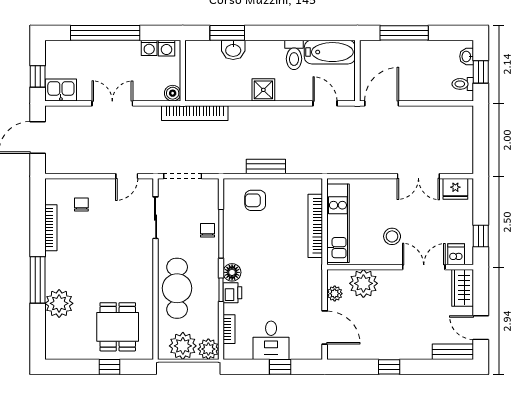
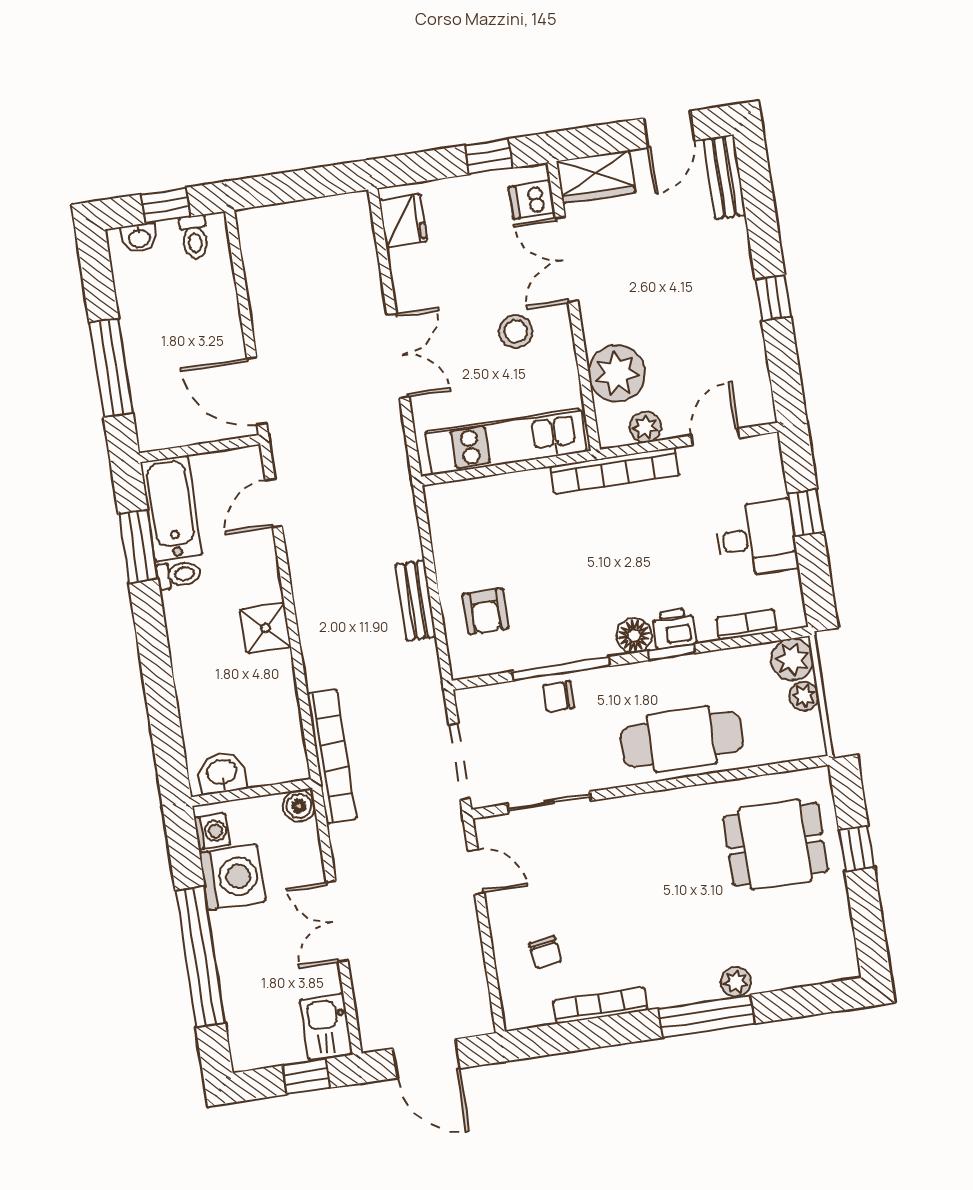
window: (227, 33) -> (138, 546), moved
washing machine: (149, 48) -> (232, 877), width x1.89, depth x1.89
washbasin: (233, 50) -> (222, 773), moved, turned -90
toilet: (294, 55) -> (179, 575), width x0.73, depth x0.72
double door: (418, 176) -> (398, 356), moved
chair: (81, 204) -> (545, 952), turned -98
bookcase: (315, 226) -> (615, 471), moved
plant: (59, 303) -> (736, 982), width x0.53, depth x0.53
door: (325, 328) -> (715, 437), width x0.73
plant: (183, 346) -> (804, 696), width x0.53, depth x0.53

